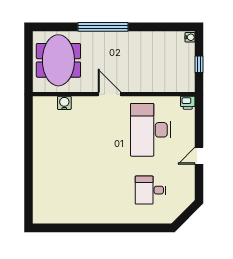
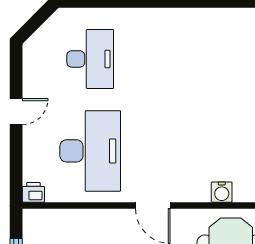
desk: (150, 190) -> (90, 59), width x1.37

